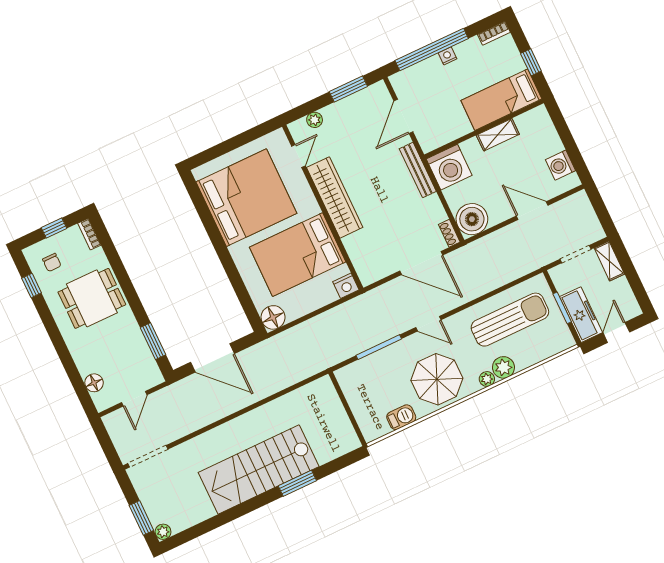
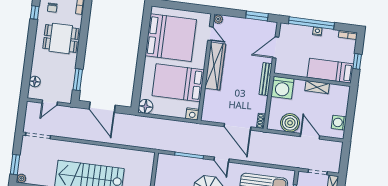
plant: (315, 120) -> (218, 19), moved
door: (298, 156) -> (210, 34), hinge flipped
boiler: (472, 219) -> (290, 123), moved

